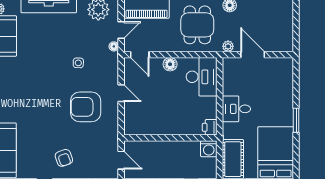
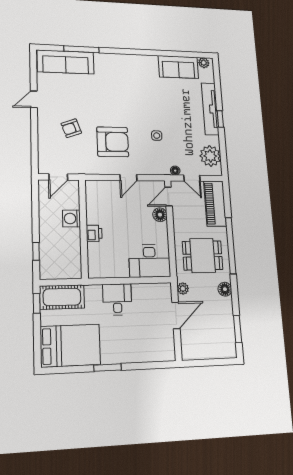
floor lamp: (170, 64) -> (160, 215), moved
armchair: (86, 107) -> (113, 142), turned 90
printer: (210, 127) -> (94, 233), moved, turned 90
washing machine: (209, 149) -> (71, 219), moved
armchair: (64, 158) -> (71, 128), moved

